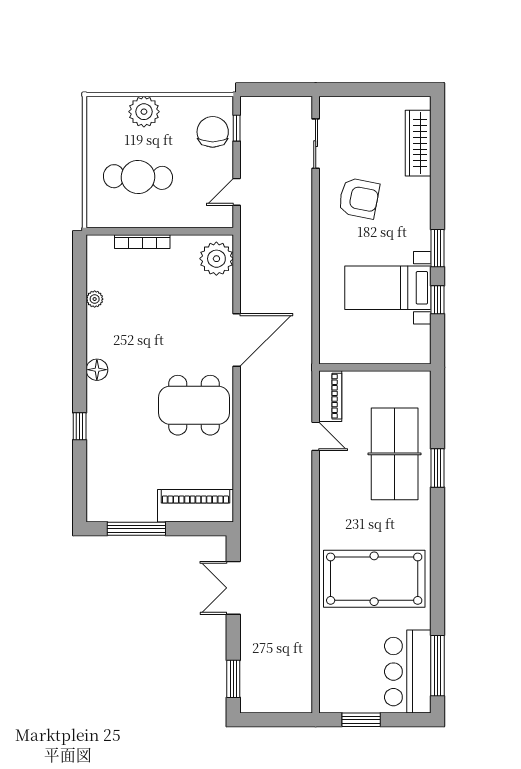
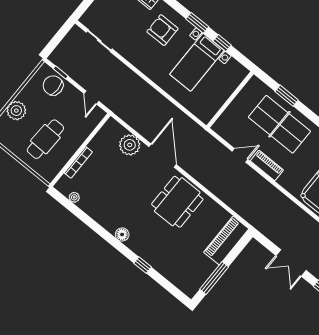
armchair: (359, 198) -> (162, 30), moved, turned -101
plant: (216, 259) -> (130, 145), moved
plant: (95, 299) -> (74, 197), moved
piano: (330, 396) -> (267, 165), moved
window: (438, 468) -> (287, 96), moved
double door: (233, 588) -> (291, 263), moved

